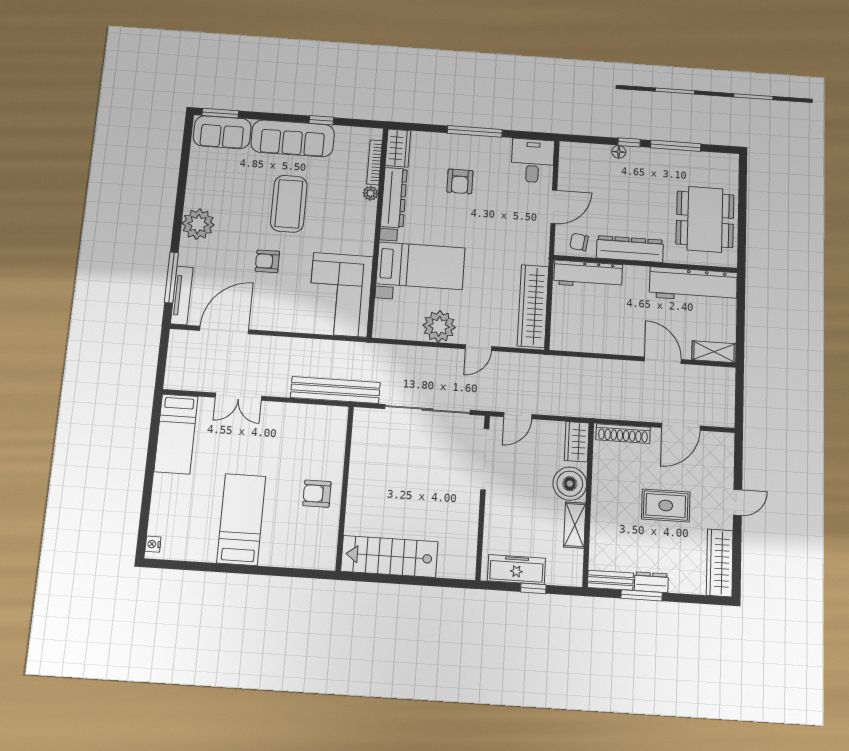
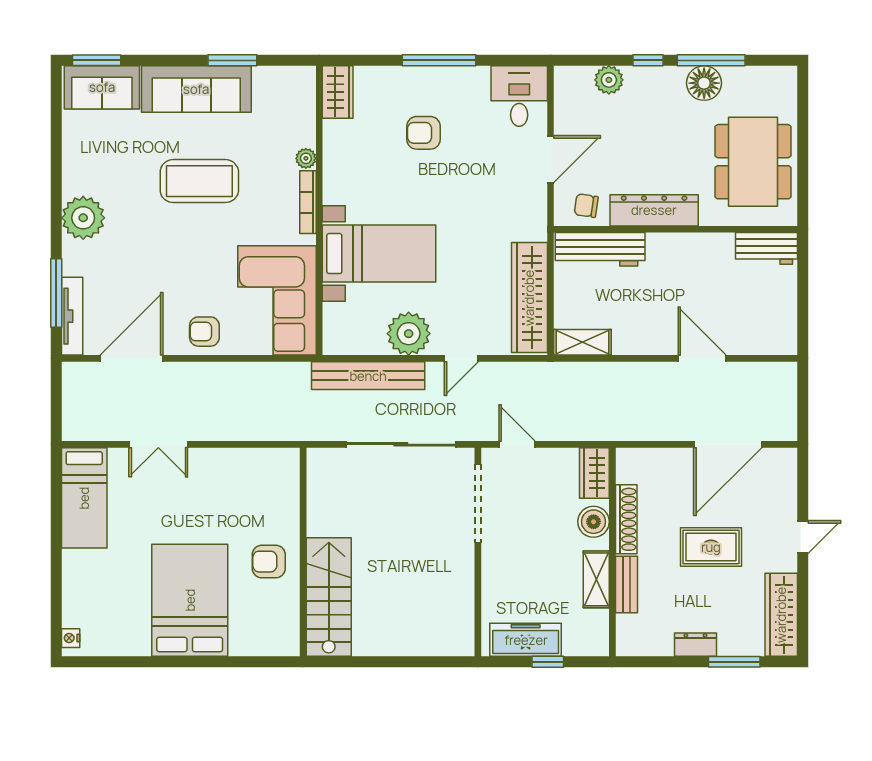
window: (321, 120) -> (232, 60), width x1.50
floor lamp: (619, 152) -> (704, 83), moved, width x1.89, depth x1.89
plant: (600, 154) -> (609, 80), added
bookcase: (374, 162) -> (308, 202), moved
armchair: (460, 181) -> (423, 133), turned 90
dresser: (394, 198) -> (337, 162), removed
coffee table: (289, 204) -> (199, 181), turned 90
armchair: (267, 261) -> (204, 332), moved
workbench: (693, 285) -> (767, 248), width x0.53, depth x0.76
shelving: (714, 352) -> (582, 342), moved
bench: (335, 390) -> (368, 376), moved
door: (518, 416) -> (517, 444), swing flipped
door: (681, 427) -> (728, 444), width x1.36
shoe rack: (623, 434) -> (626, 519), moved, turned -90
boiler: (570, 484) -> (594, 522), width x0.73, depth x0.73
bed: (241, 519) -> (190, 600), width x1.50
stairs: (389, 556) -> (329, 597), moved, turned 90
bench: (610, 580) -> (626, 584), moved, turned 90
window: (642, 595) -> (734, 662), moved

